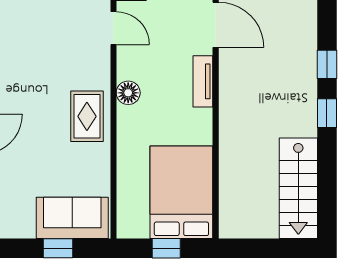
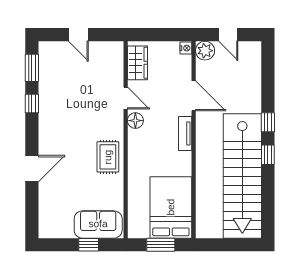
floor lamp: (128, 93) -> (135, 121), moved
stairs: (298, 188) -> (242, 176), width x1.86, depth x1.51
window: (166, 248) -> (161, 245), width x1.50

